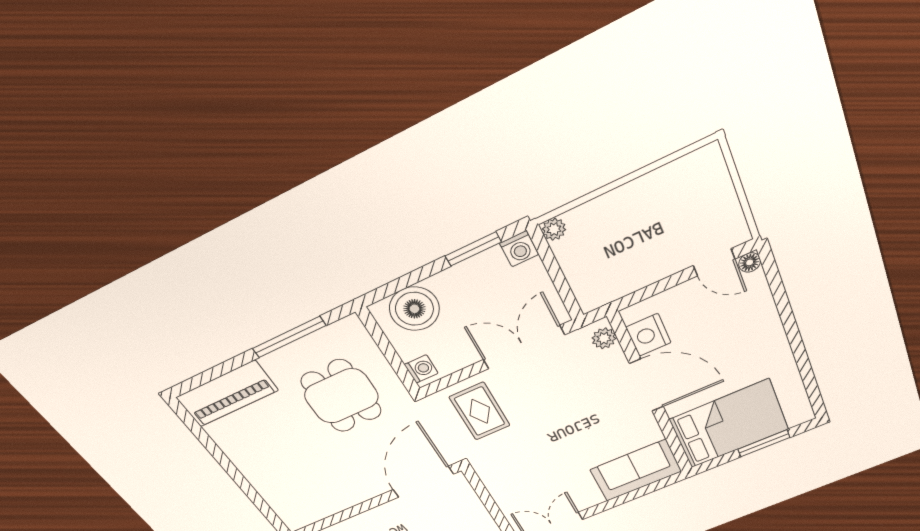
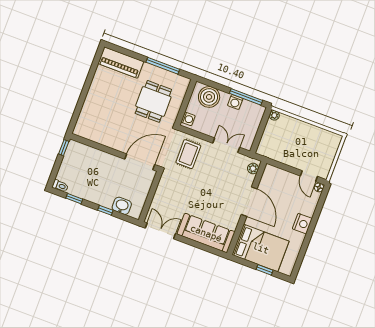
window: (473, 249) -> (246, 97), width x1.44
washing machine: (519, 249) -> (235, 102), moved
nightstand: (648, 335) -> (302, 224), moved, turned 180
double door: (524, 347) -> (226, 145), width x0.73
window: (764, 443) -> (265, 270), width x0.67
sofa: (636, 471) -> (206, 233), width x1.36

